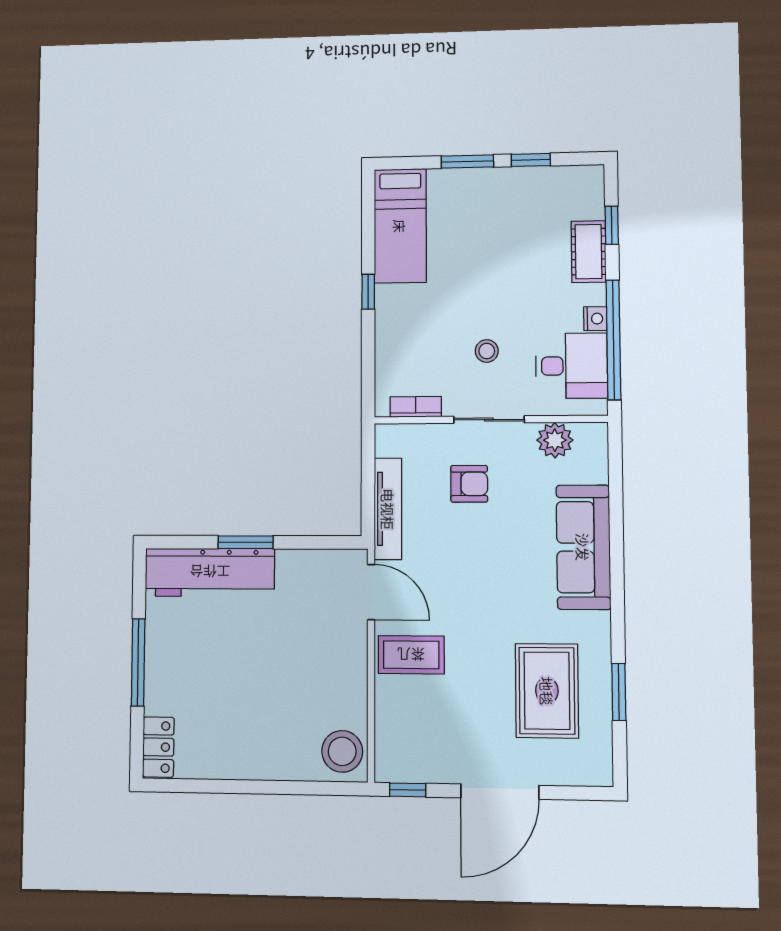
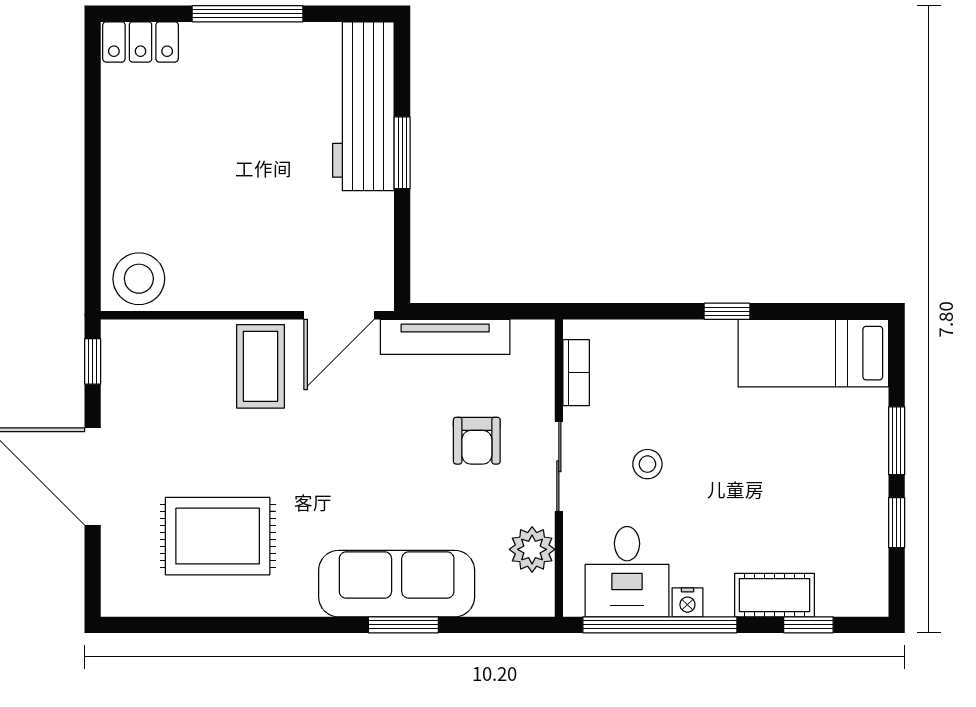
window: (619, 692) -> (403, 625), moved

